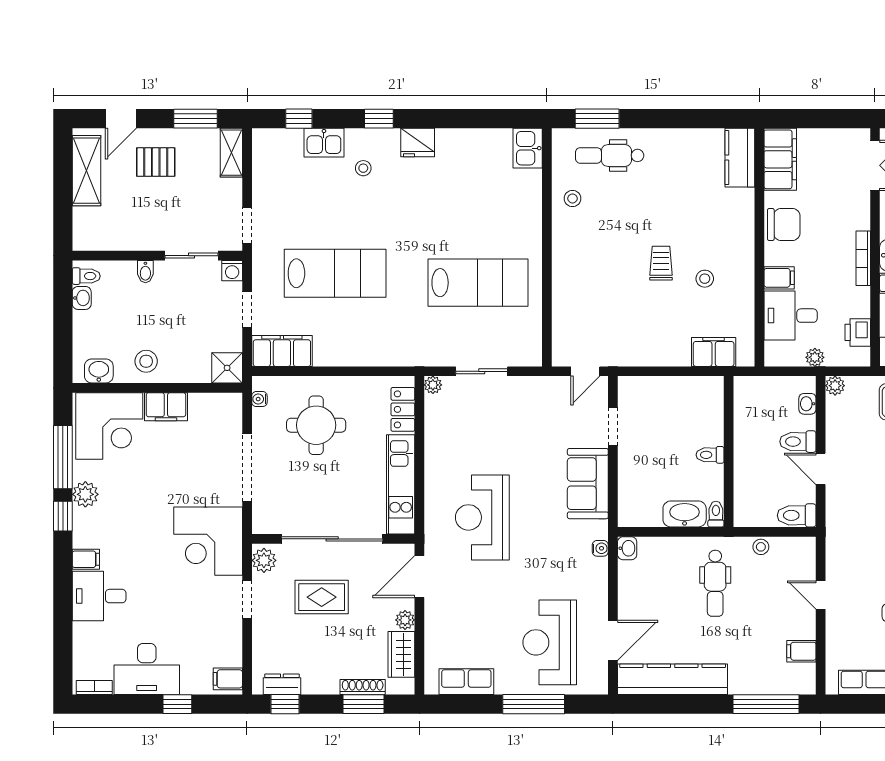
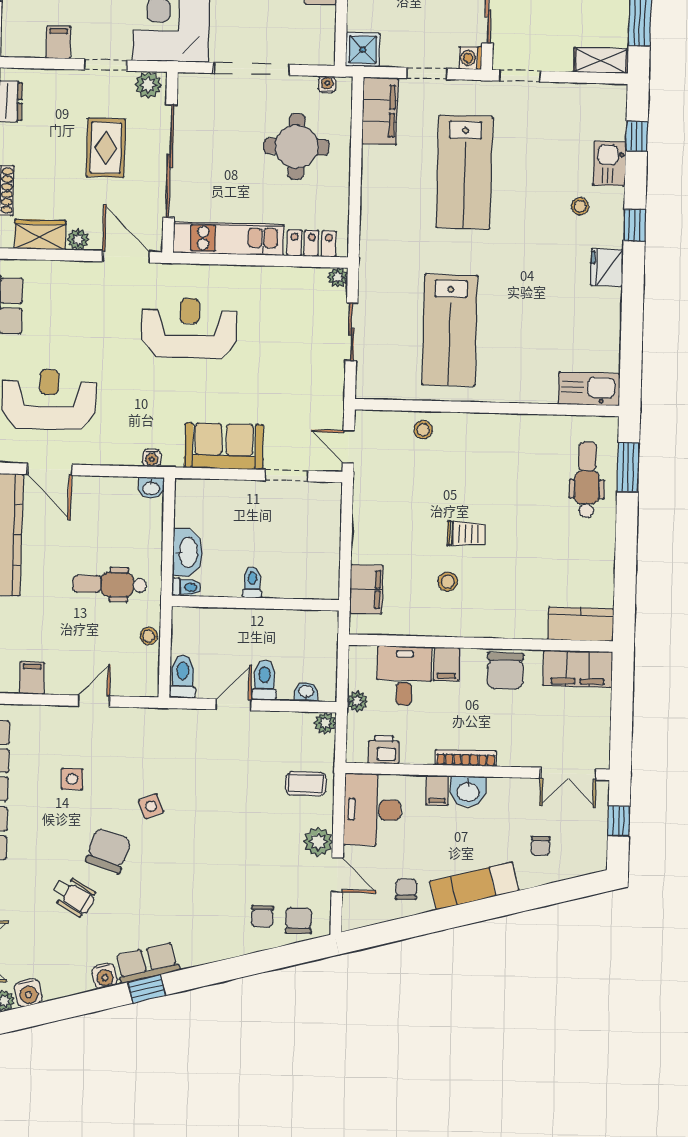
kitchen sink: (528, 148) -> (589, 389), width x1.38
stool: (573, 198) -> (423, 430), moved
filing cabinet: (228, 679) -> (58, 42), moved

